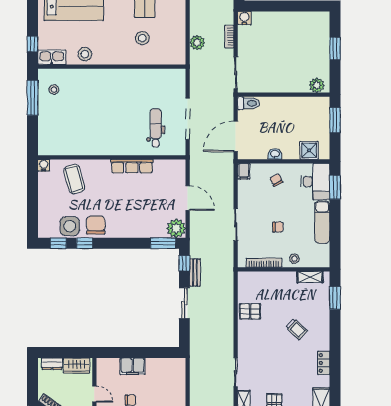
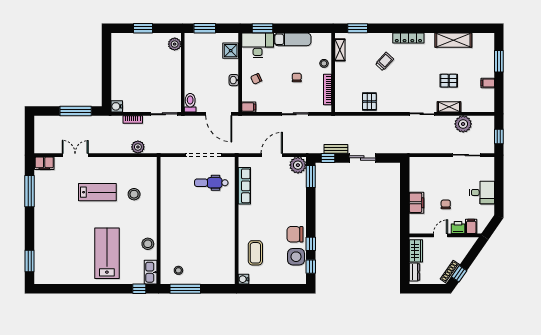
row of seats: (132, 166) -> (244, 186), moved
coffee table: (74, 179) -> (255, 253), turned -75
locker: (324, 363) -> (408, 38), width x1.53

